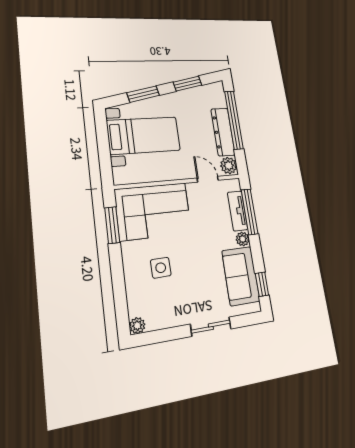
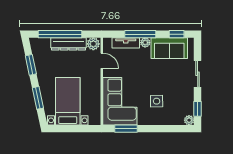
door: (208, 179) -> (102, 61), swing flipped
window: (250, 212) -> (140, 34), moved
window: (157, 337) -> (198, 109), added

